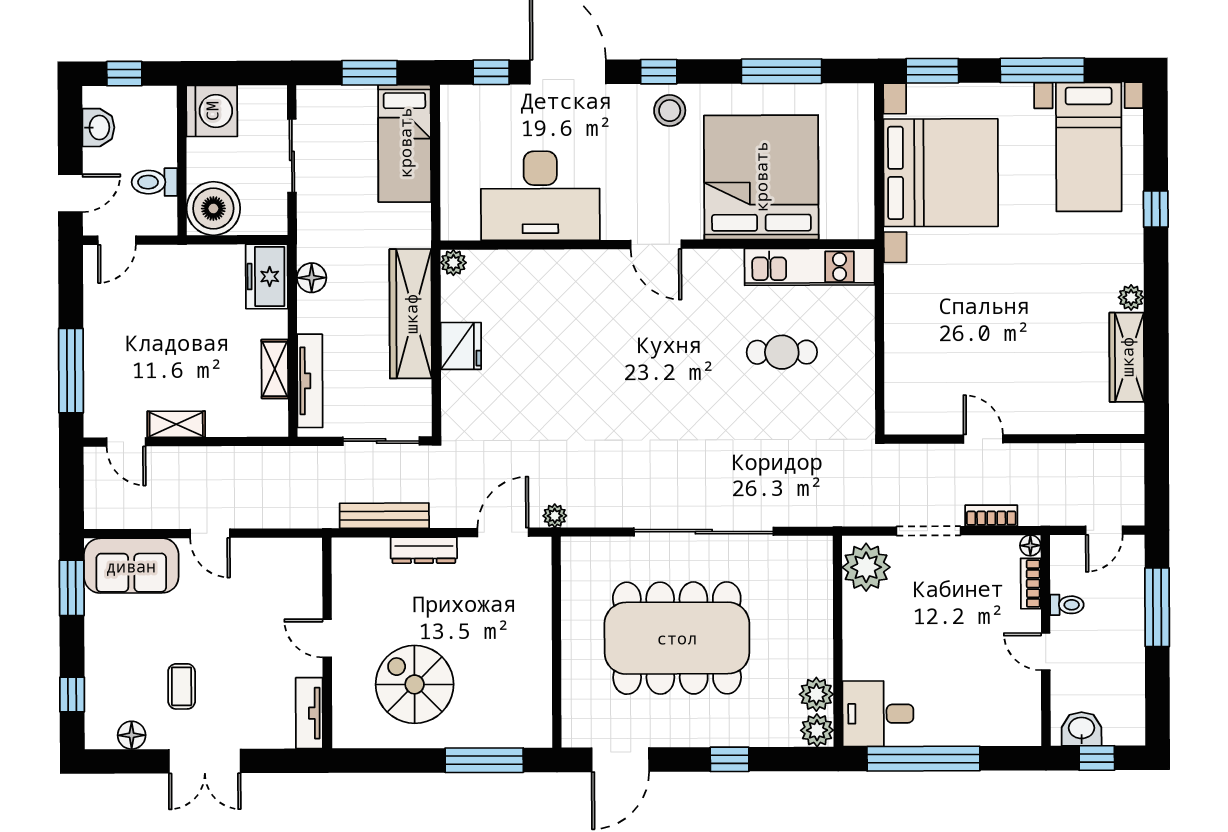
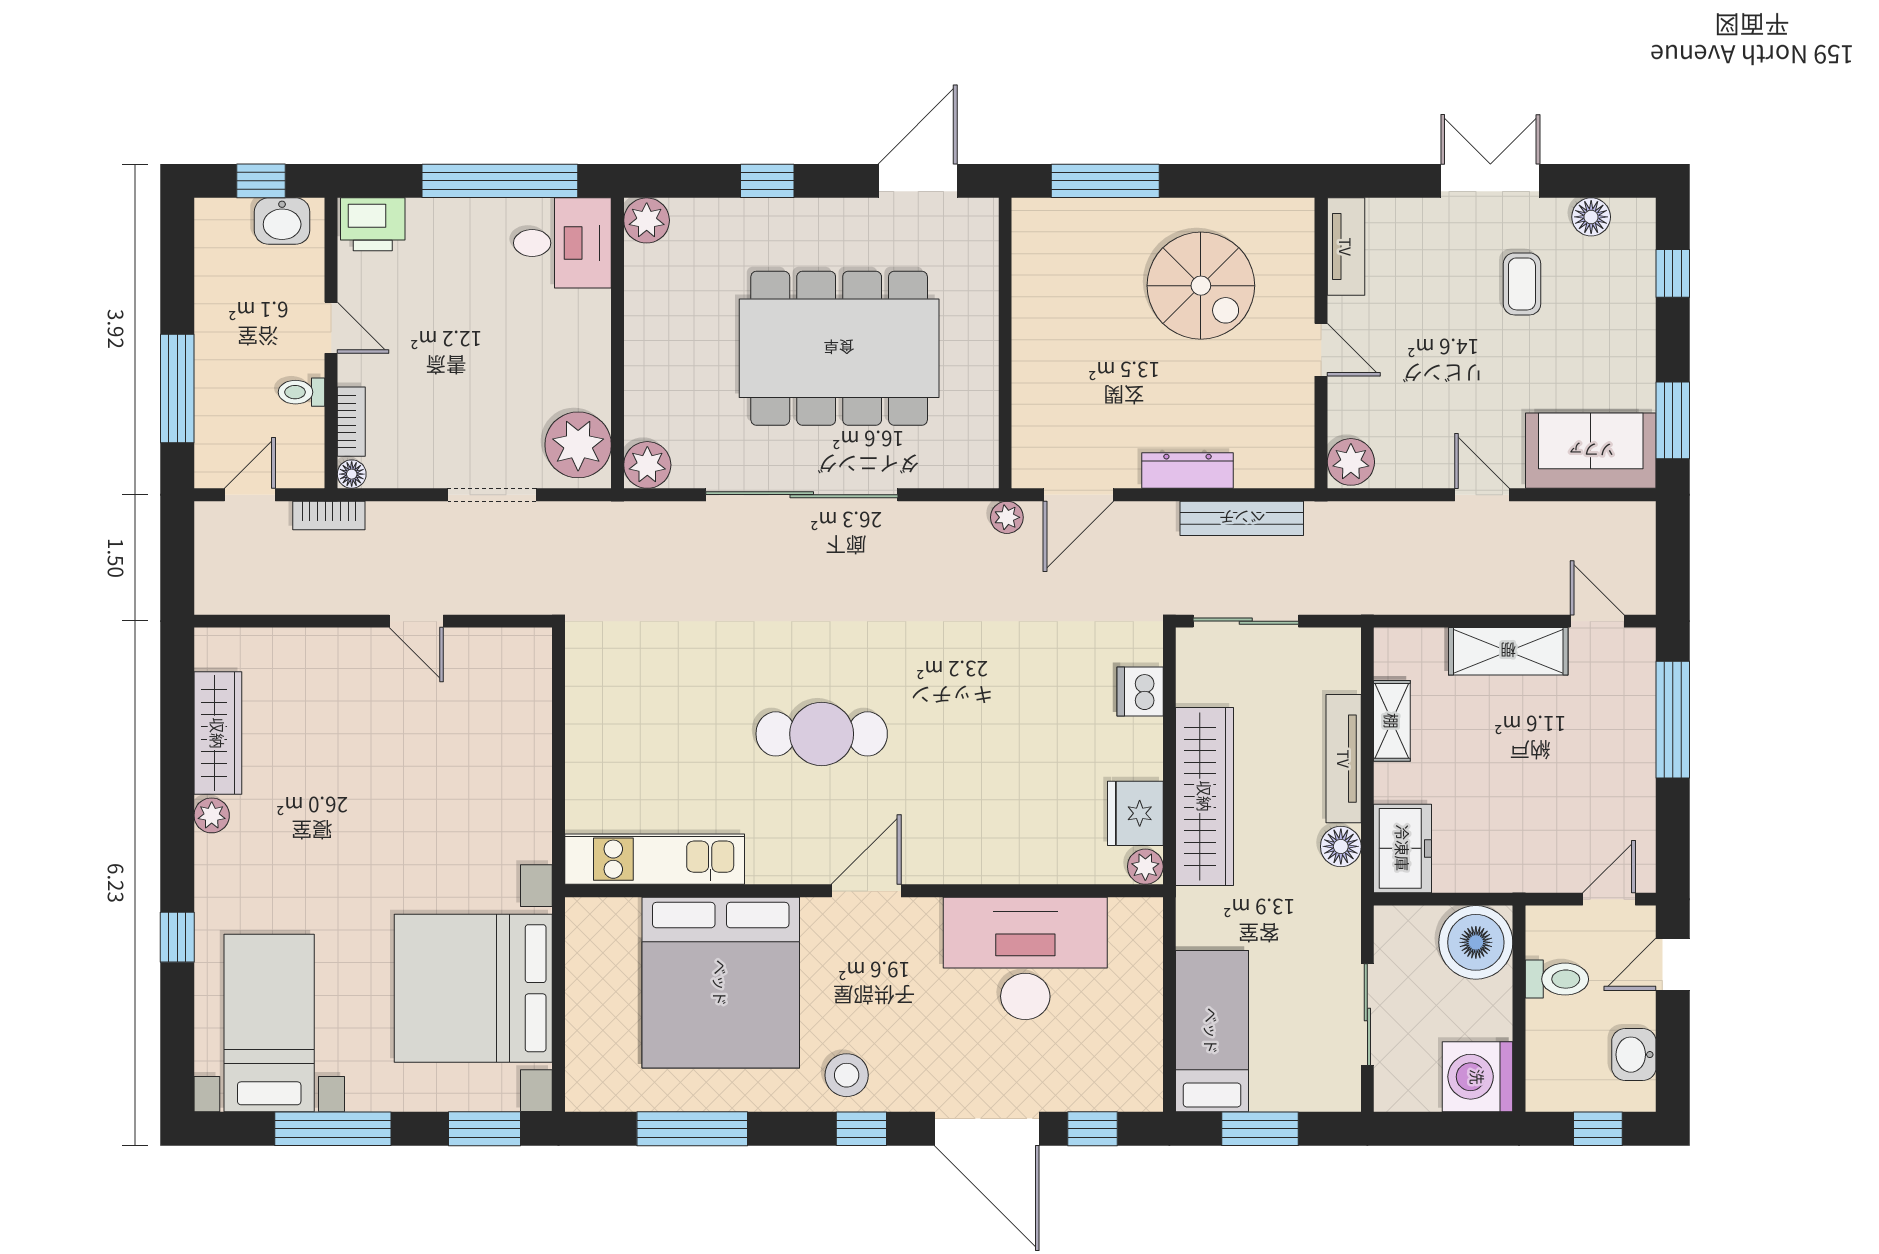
door: (656, 244) -> (866, 891), hinge flipped
fridge: (461, 346) -> (1135, 813), moved
cafe table: (782, 352) -> (822, 734), moved, width x1.37, depth x1.35
tv unit: (310, 381) -> (1344, 759), moved
dishwasher: (458, 390) -> (1140, 692), added
shelving: (176, 424) -> (1508, 651), width x1.50, depth x1.33
bookcase: (991, 516) -> (329, 515), moved
plant: (305, 557) -> (1351, 462), added
plant: (816, 694) -> (647, 465), moved
printer: (1016, 727) -> (373, 224), added

